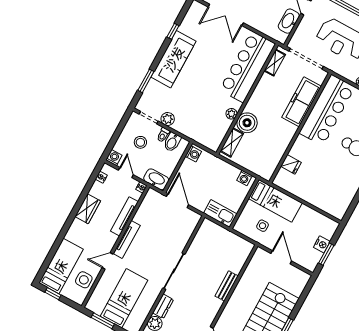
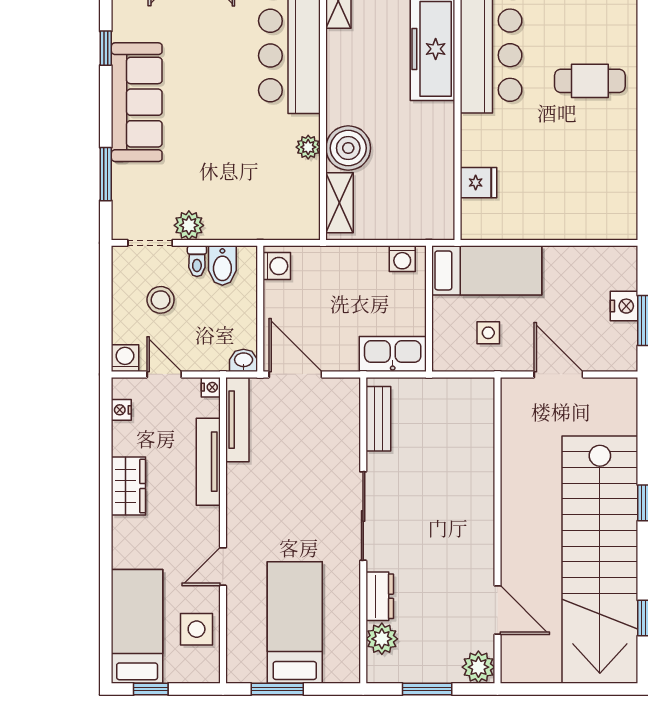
washbasin: (156, 179) -> (244, 360), width x0.52, depth x0.69
tv unit: (127, 239) -> (237, 420), moved
bench: (227, 286) -> (378, 419), moved

